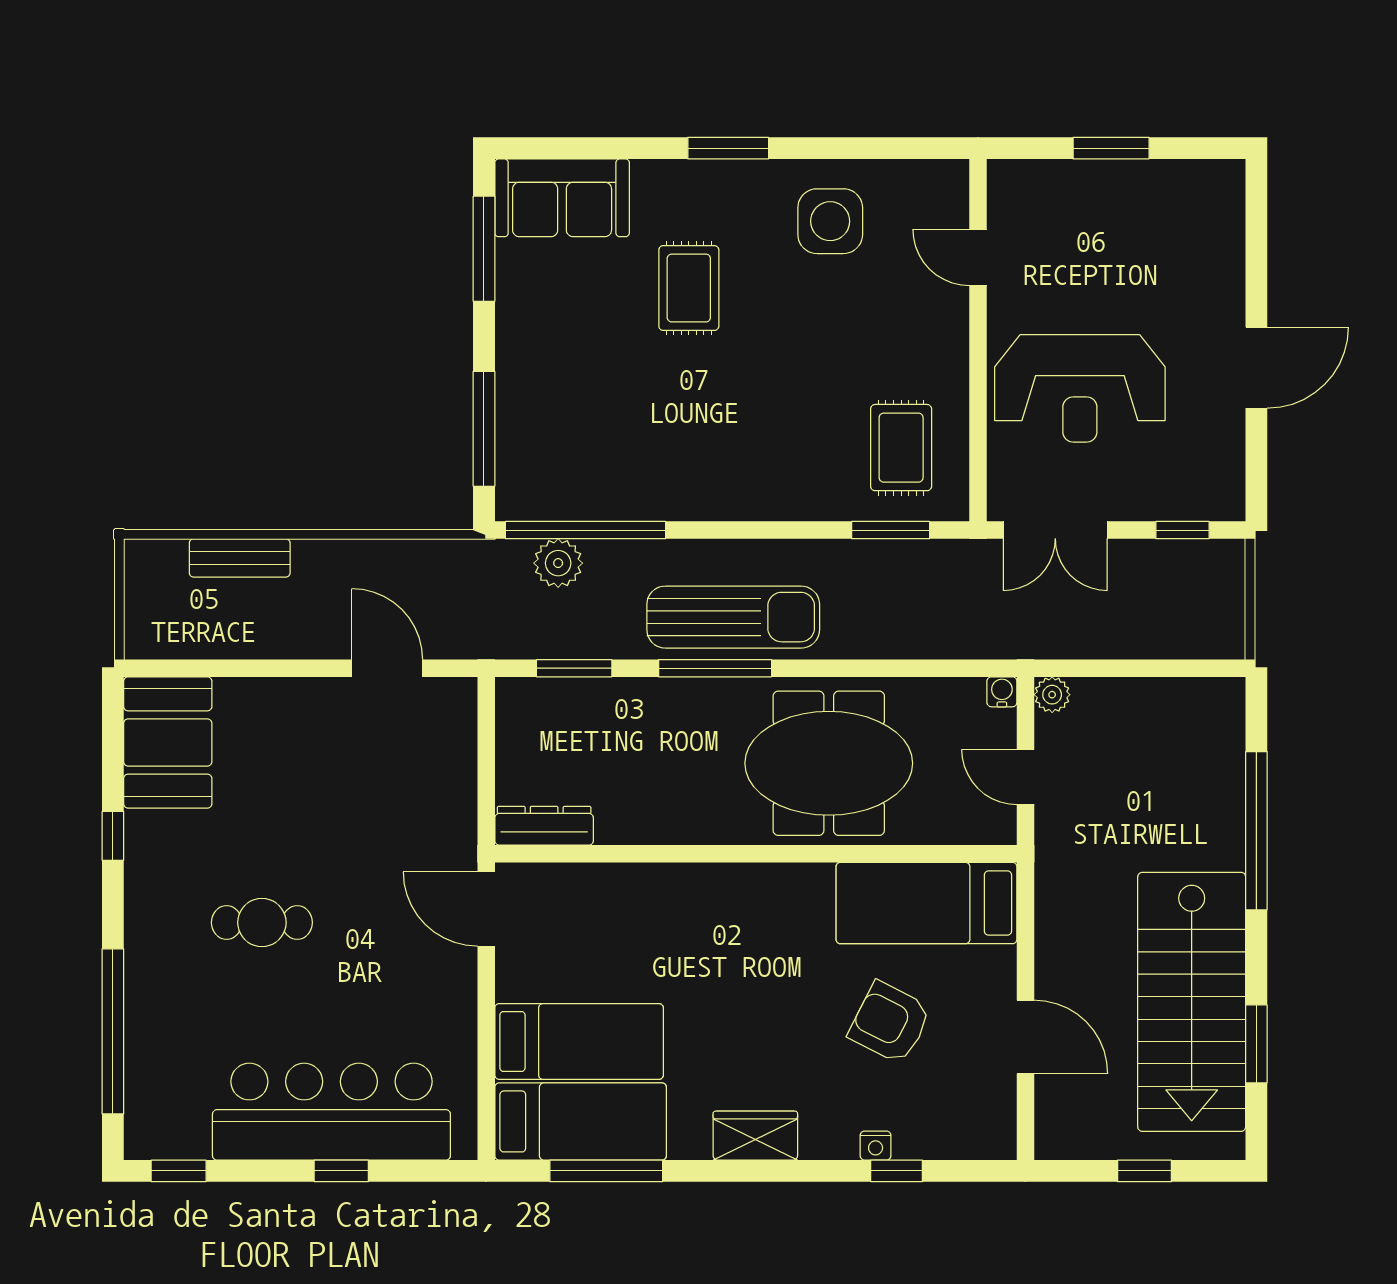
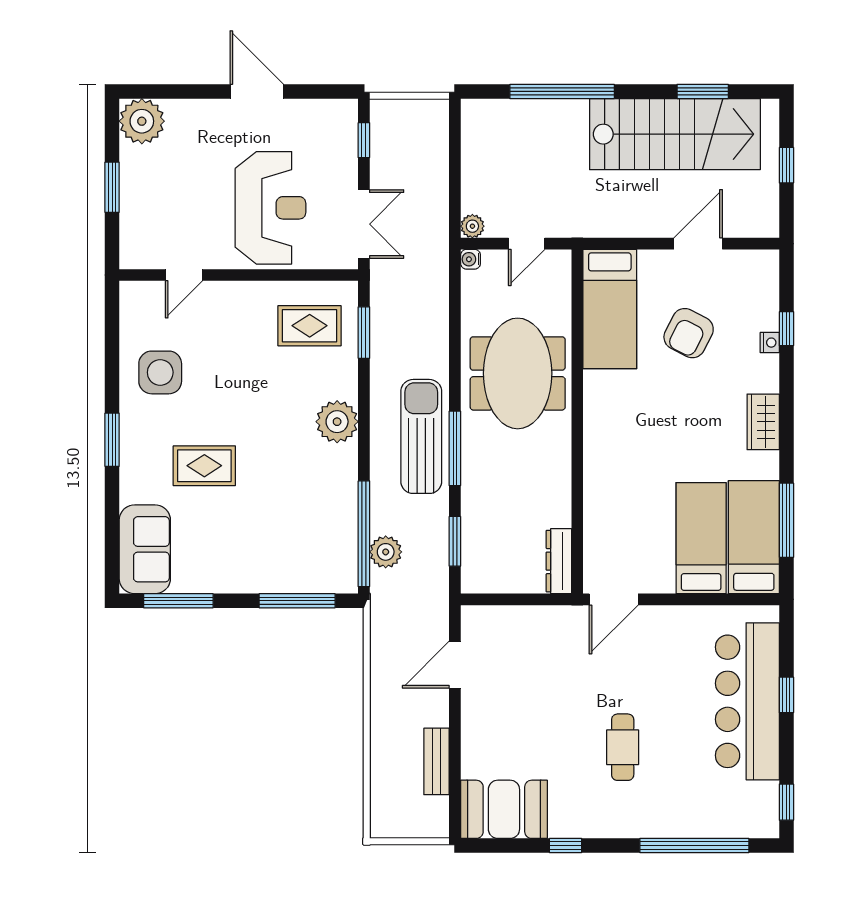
plant: (1211, 193) -> (142, 121), added
plant: (756, 489) -> (337, 422), added
bench: (240, 558) -> (437, 761), moved

